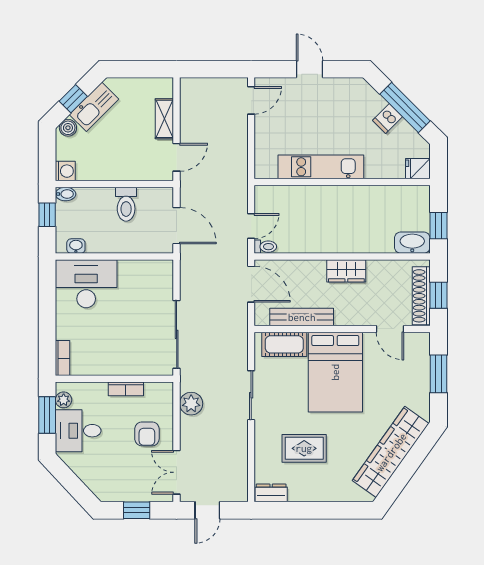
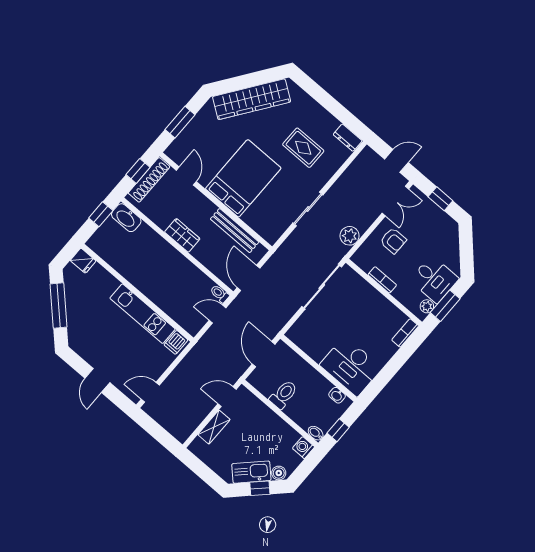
dishwasher: (387, 119) -> (176, 342), moved, turned 135
cot: (284, 344) -> (260, 223), removed
armchair: (147, 434) -> (393, 241), turned 90

